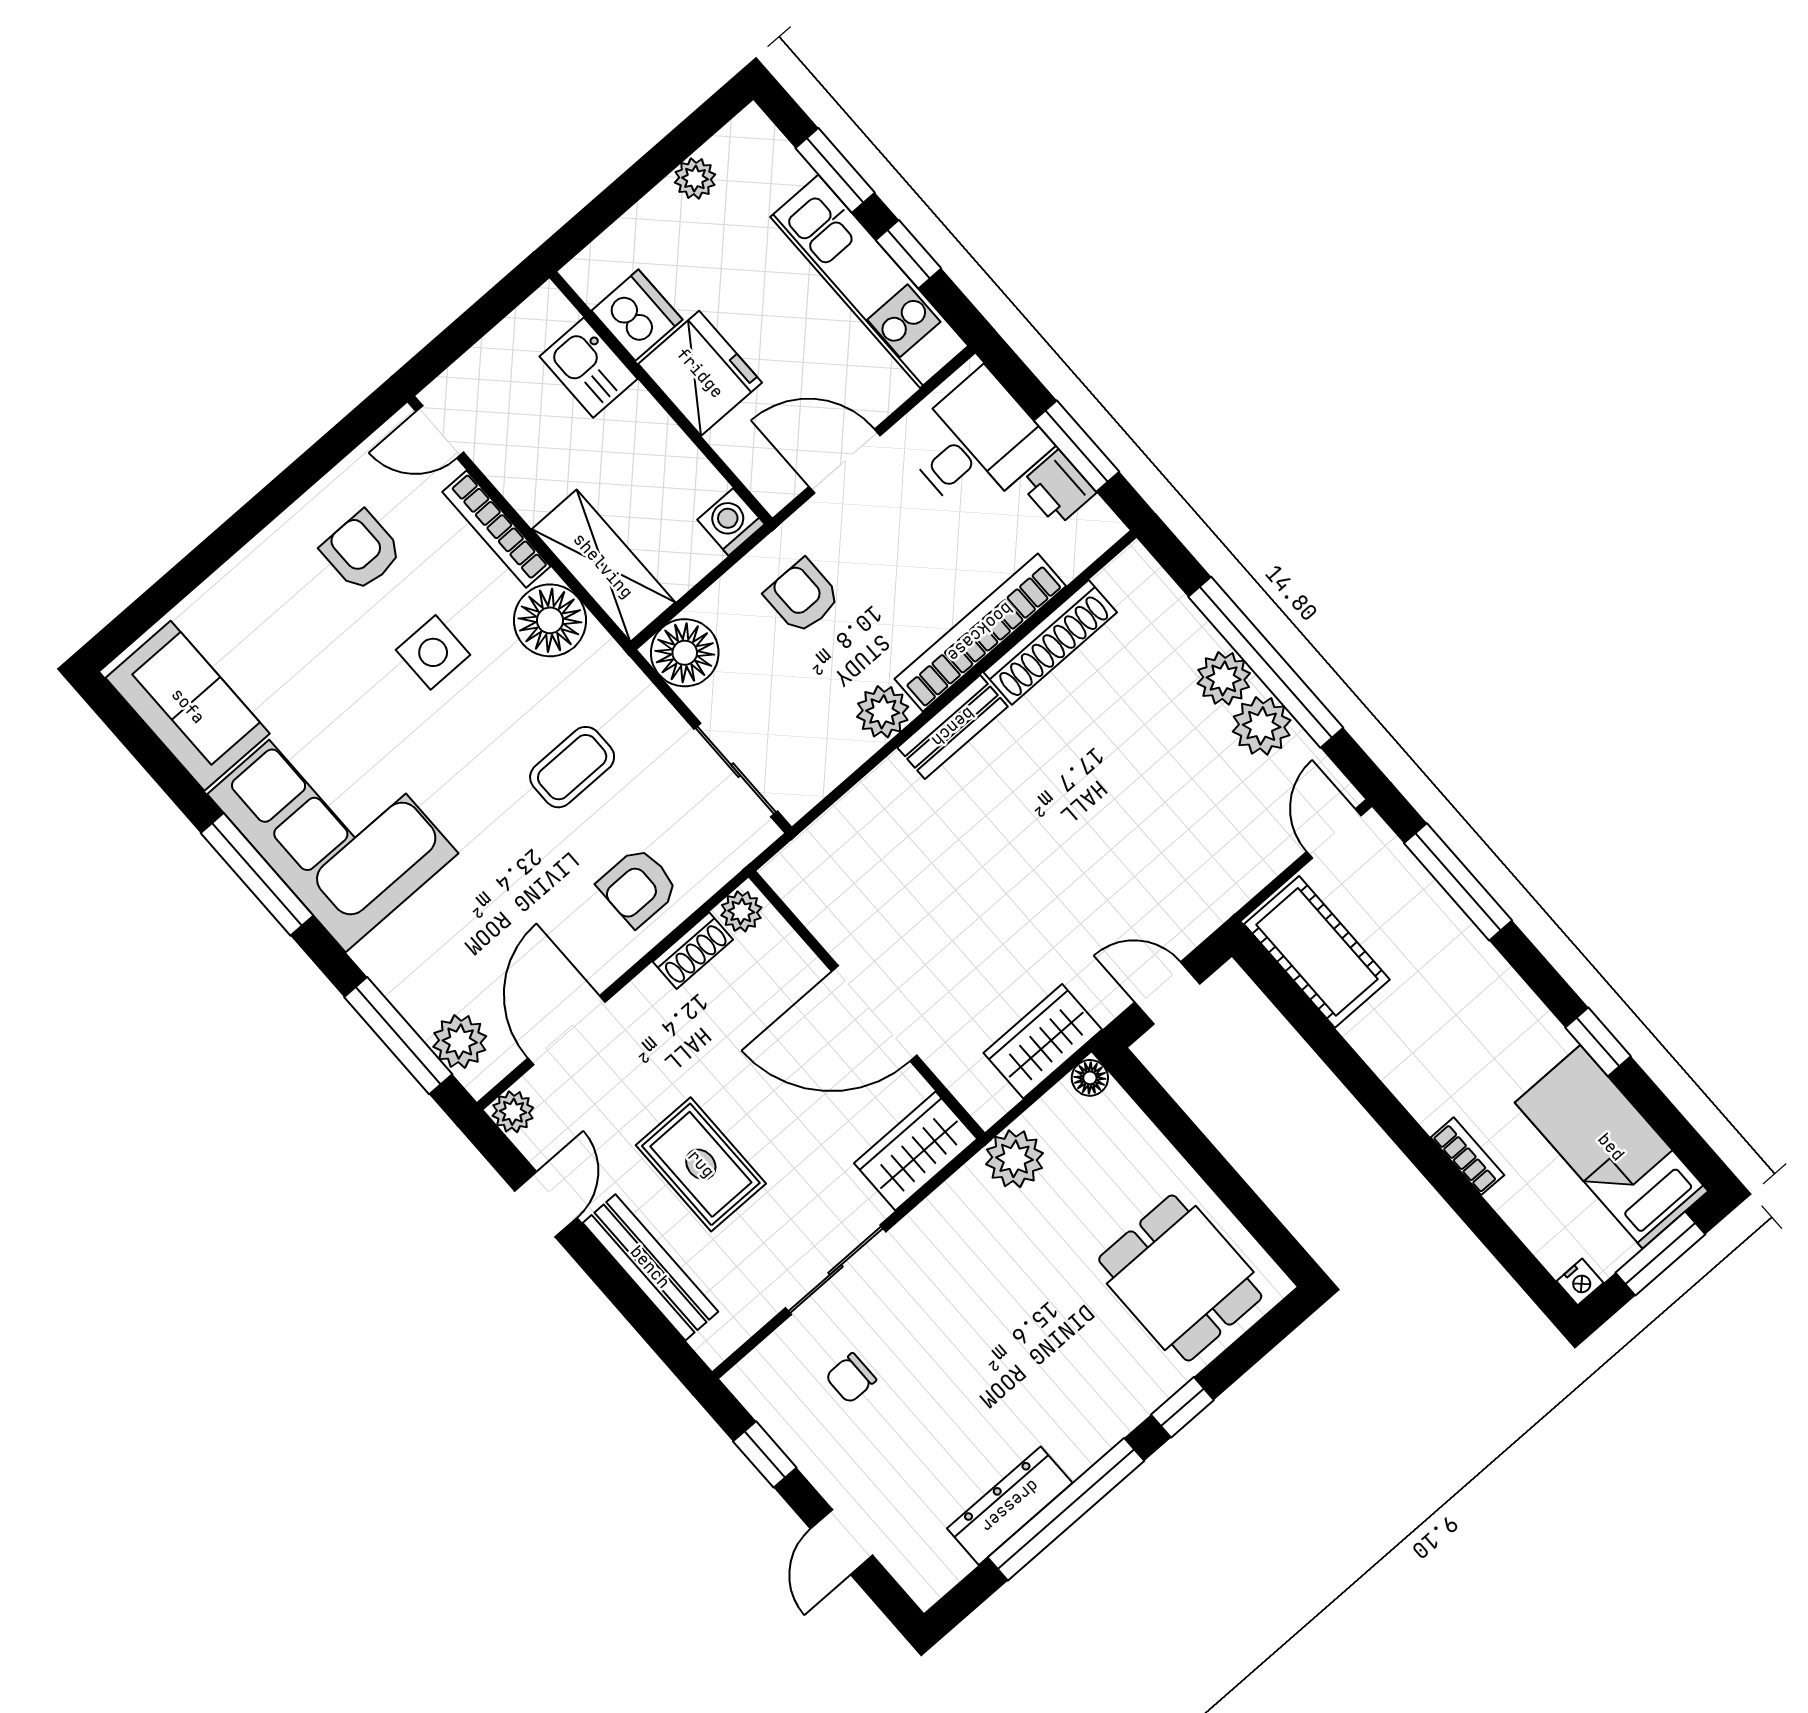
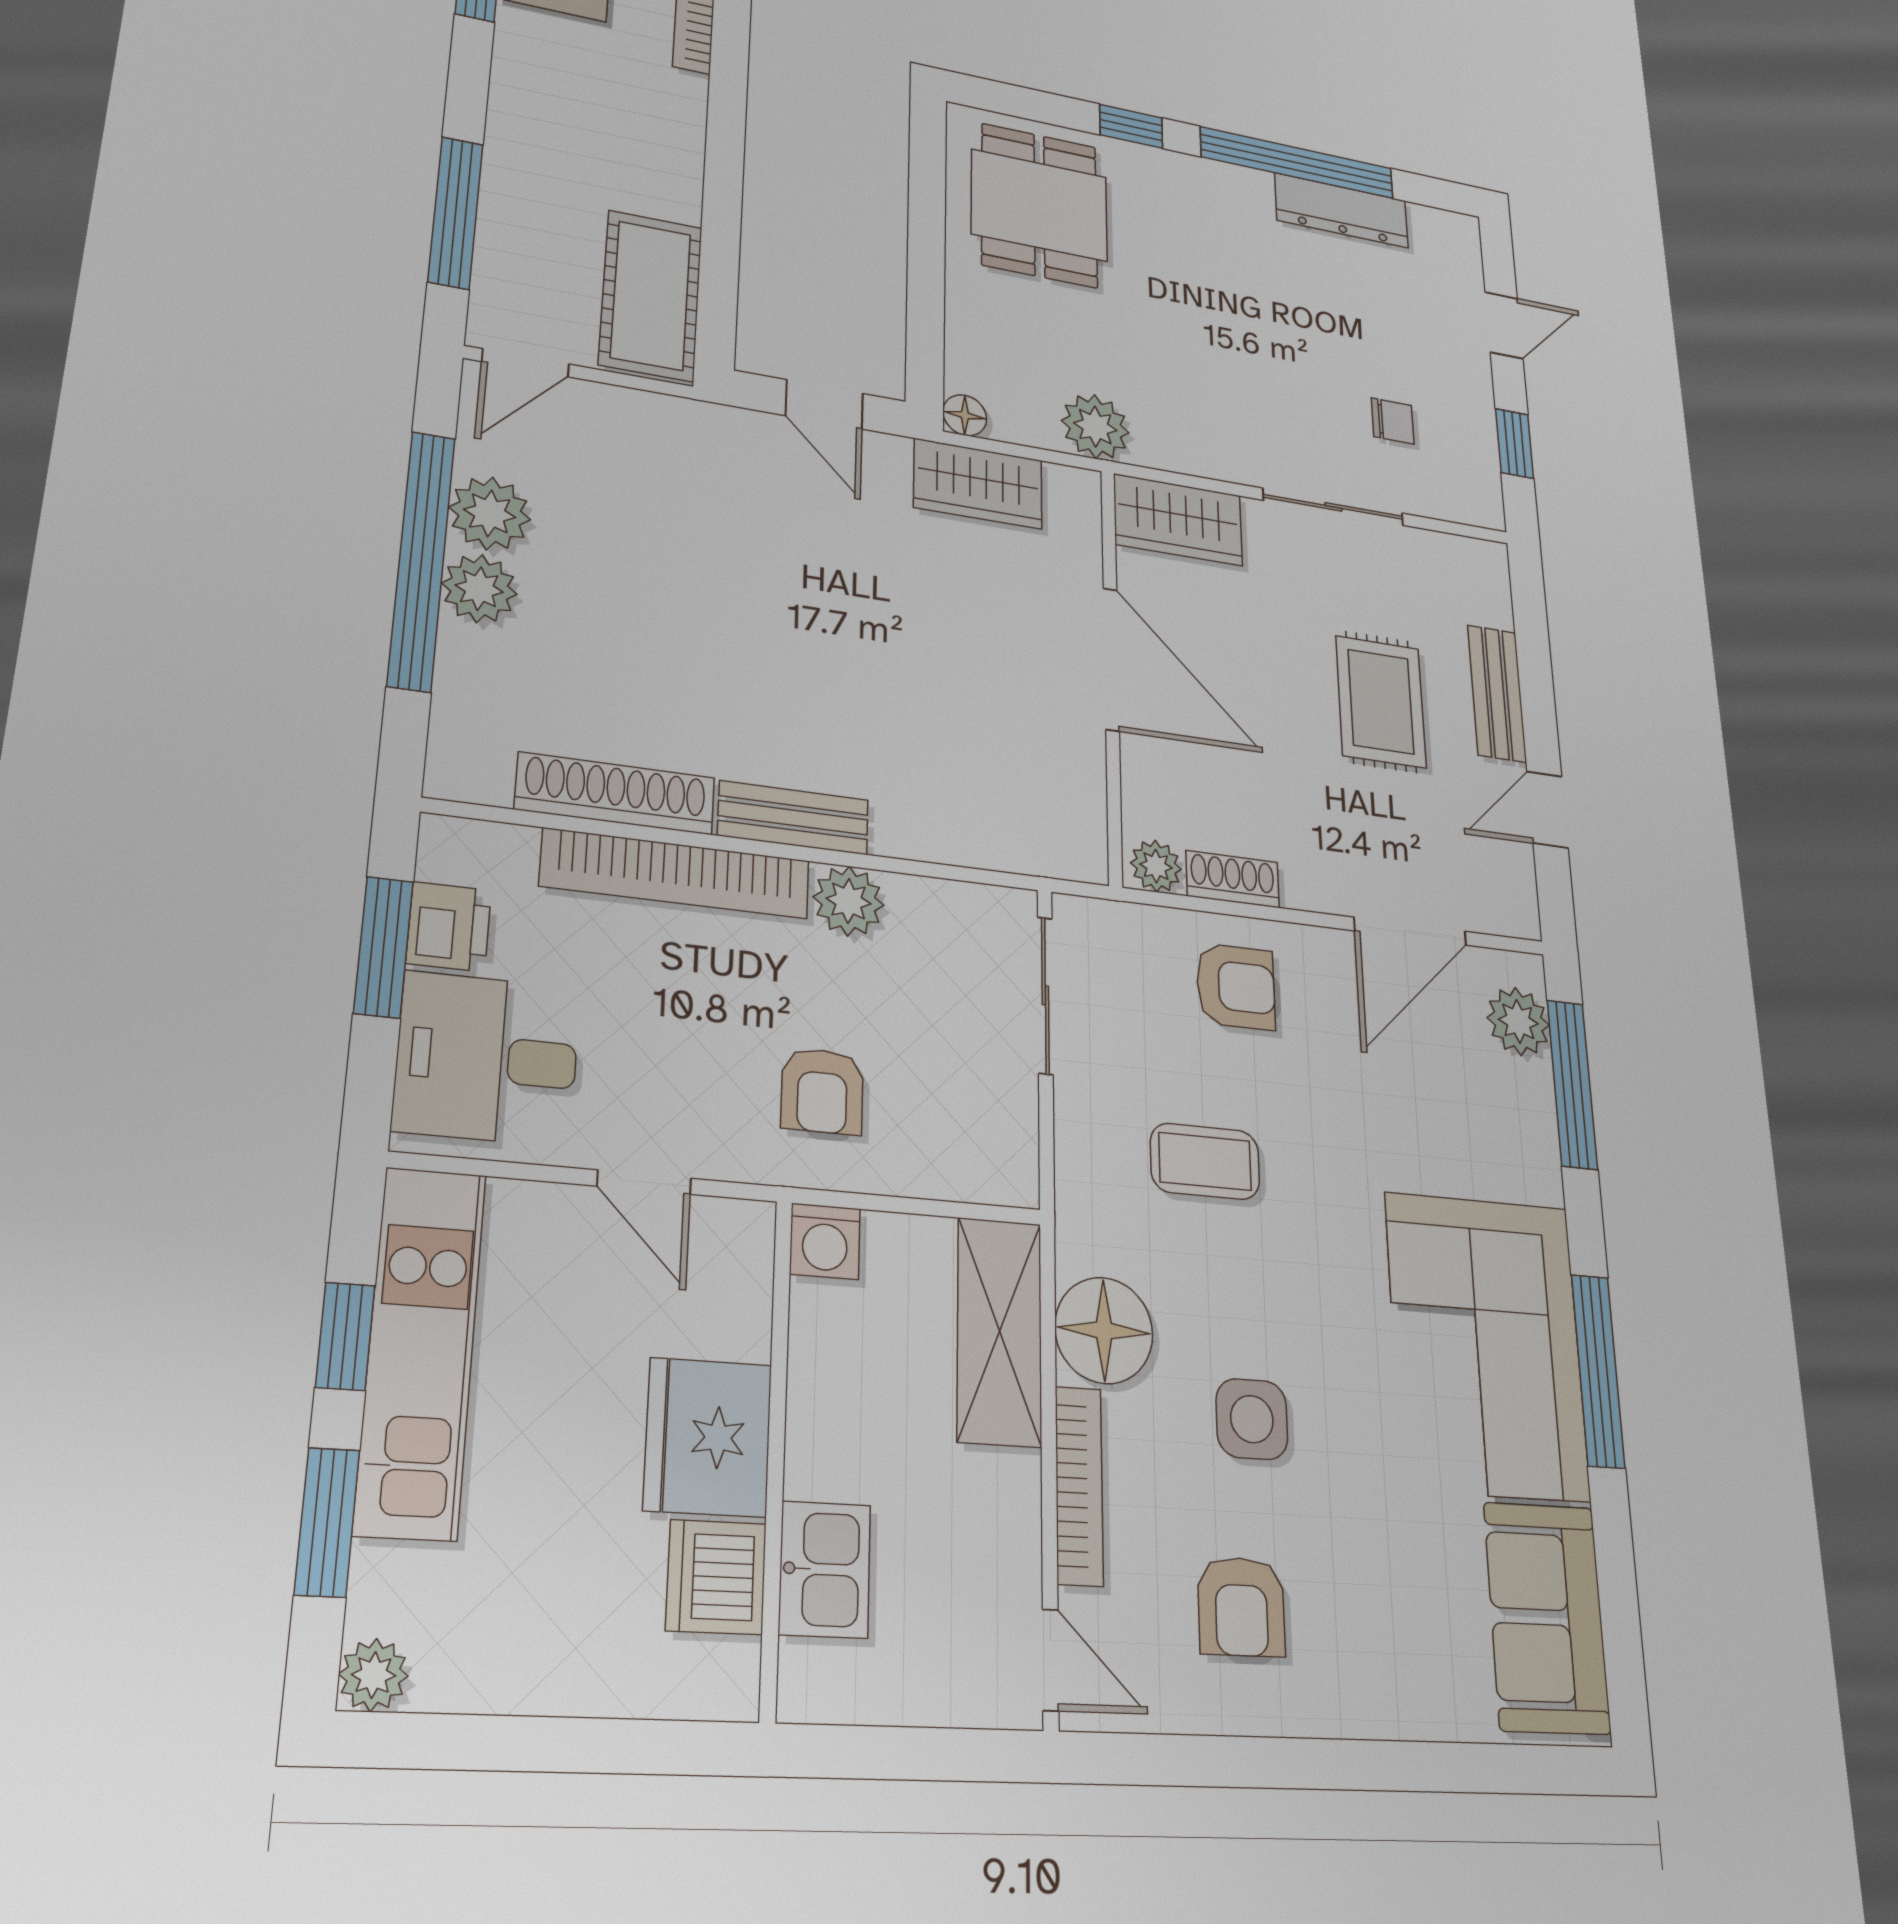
plant: (695, 178) -> (373, 1675), moved
door: (845, 461) -> (644, 1182), width x0.73
floor lamp: (685, 653) -> (994, 1158), removed
plant: (513, 1112) -> (1516, 913), removed
bench: (650, 1267) -> (1497, 693), width x0.73

